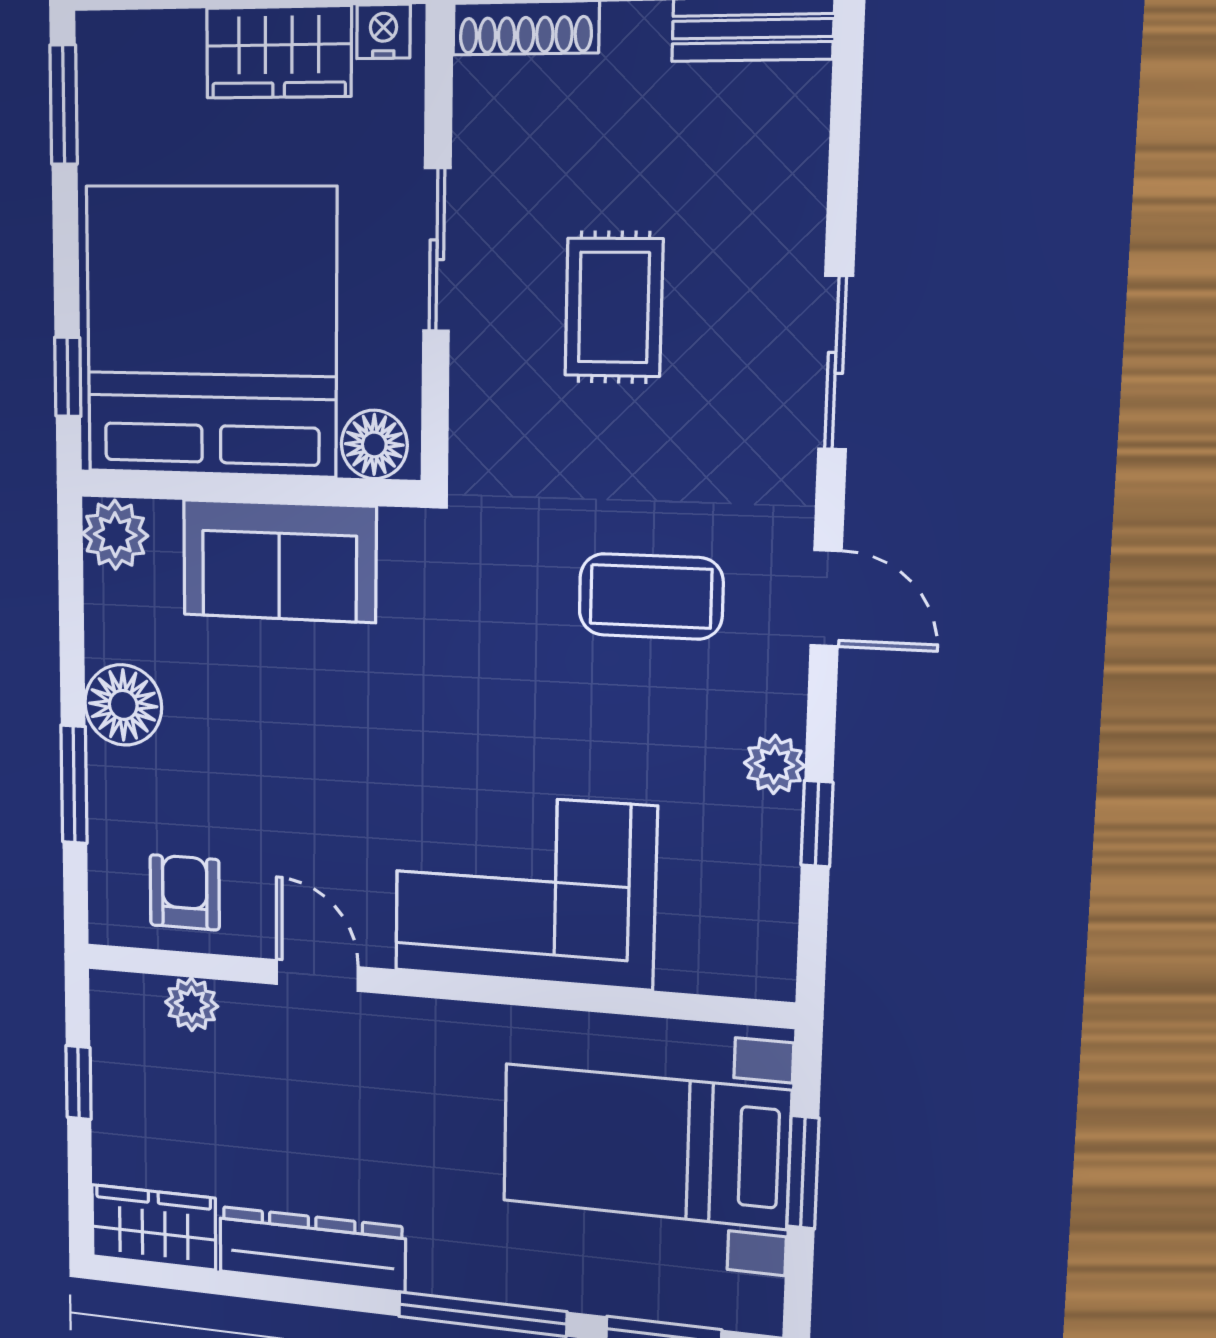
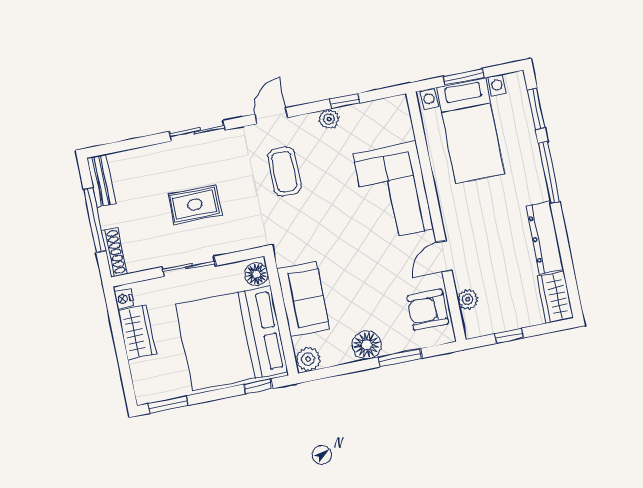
armchair: (185, 892) -> (428, 310), width x1.38, depth x1.38

